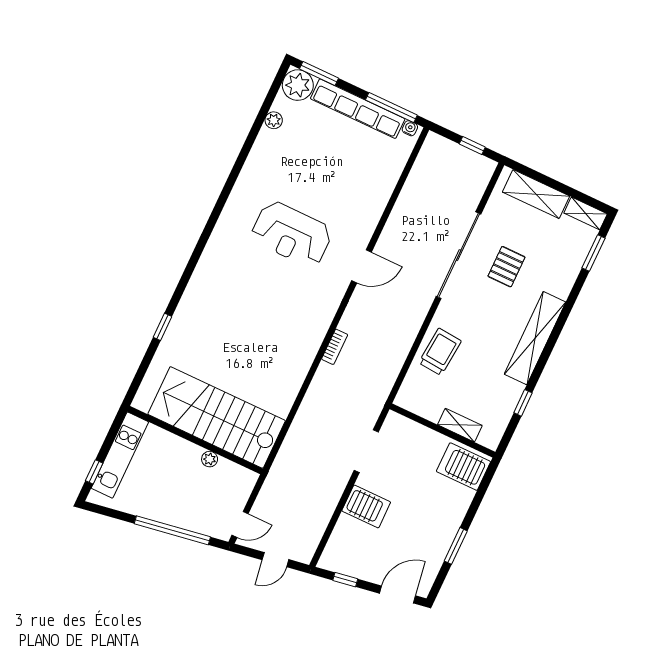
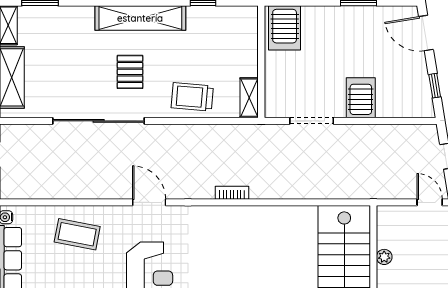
coffee table: (363, 186) -> (77, 234), added
pallet: (506, 267) -> (130, 72), moved, turned 90
shelving: (460, 425) -> (249, 98), moved

